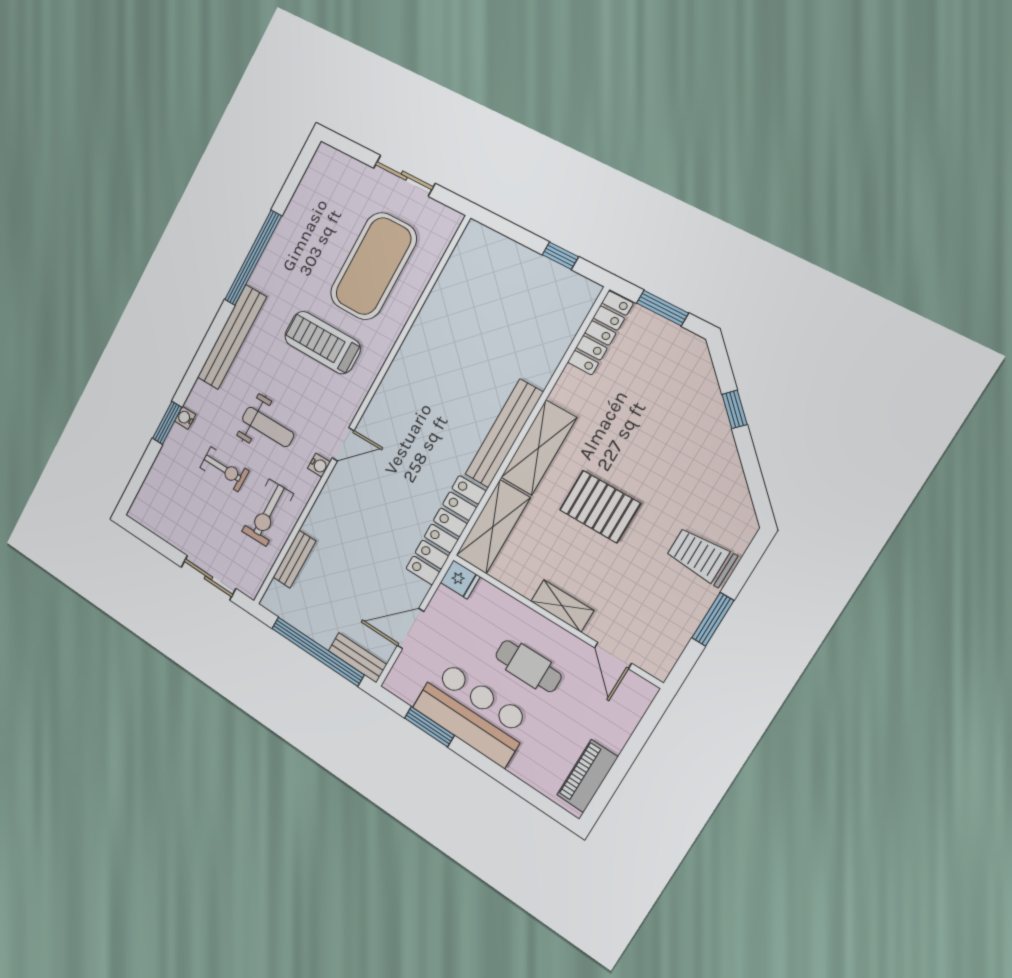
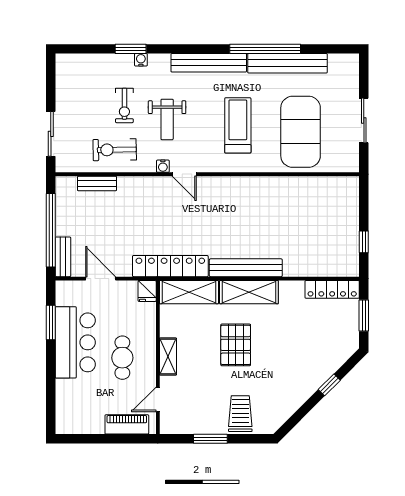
bench: (284, 239) -> (287, 63), added
exercise mat: (373, 266) -> (301, 132), turned 90
piano: (587, 776) -> (127, 424), moved

